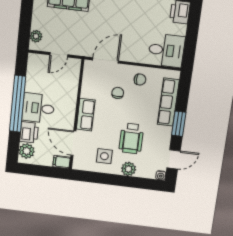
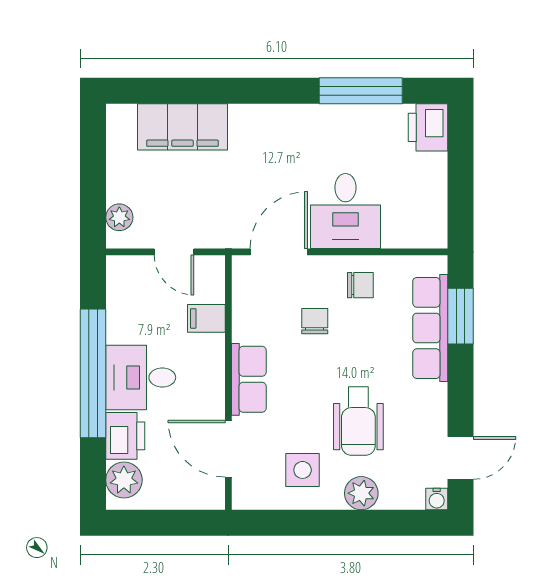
desk: (166, 50) -> (345, 211), moved, turned 90
door: (59, 55) -> (174, 252), hinge flipped
window: (179, 124) -> (460, 316), moved
filing cabinet: (62, 162) -> (206, 318), moved

